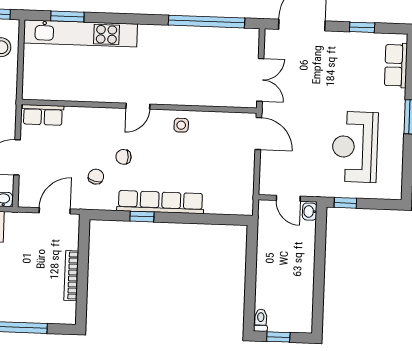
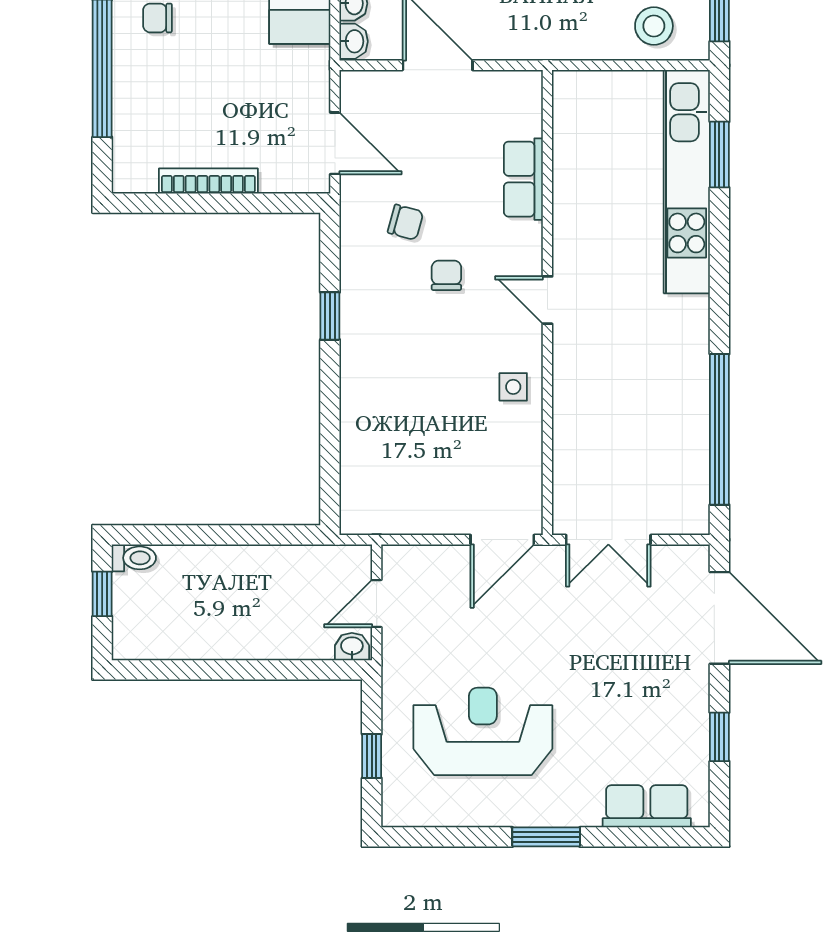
row of seats: (43, 115) -> (523, 179), moved
row of seats: (160, 202) -> (360, 351), removed
window: (345, 203) -> (372, 756), moved

